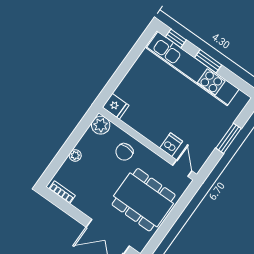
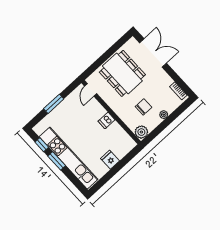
window: (176, 38) -> (42, 145), moved
fridge: (116, 106) -> (110, 160), moved
dishwasher: (171, 145) -> (107, 120), moved
chair: (124, 152) -> (144, 107), moved

